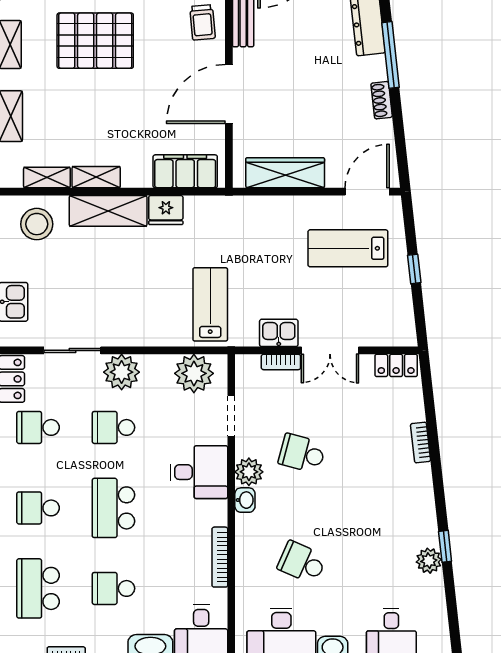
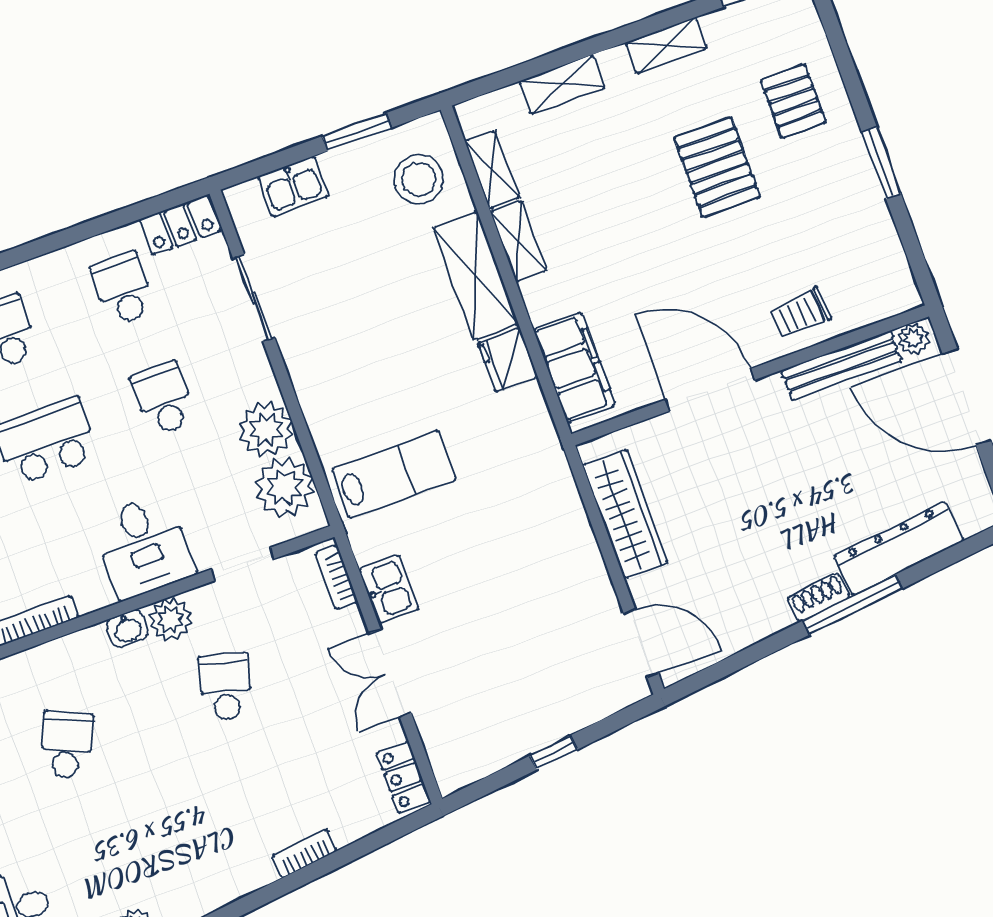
pallet: (95, 41) -> (717, 167), width x0.73, depth x0.71
shoe rack: (382, 100) -> (819, 597), moved
lab bench: (348, 248) -> (548, 645), removed
bookcase: (281, 362) -> (336, 578), moved
plant: (122, 372) -> (266, 429), moved

